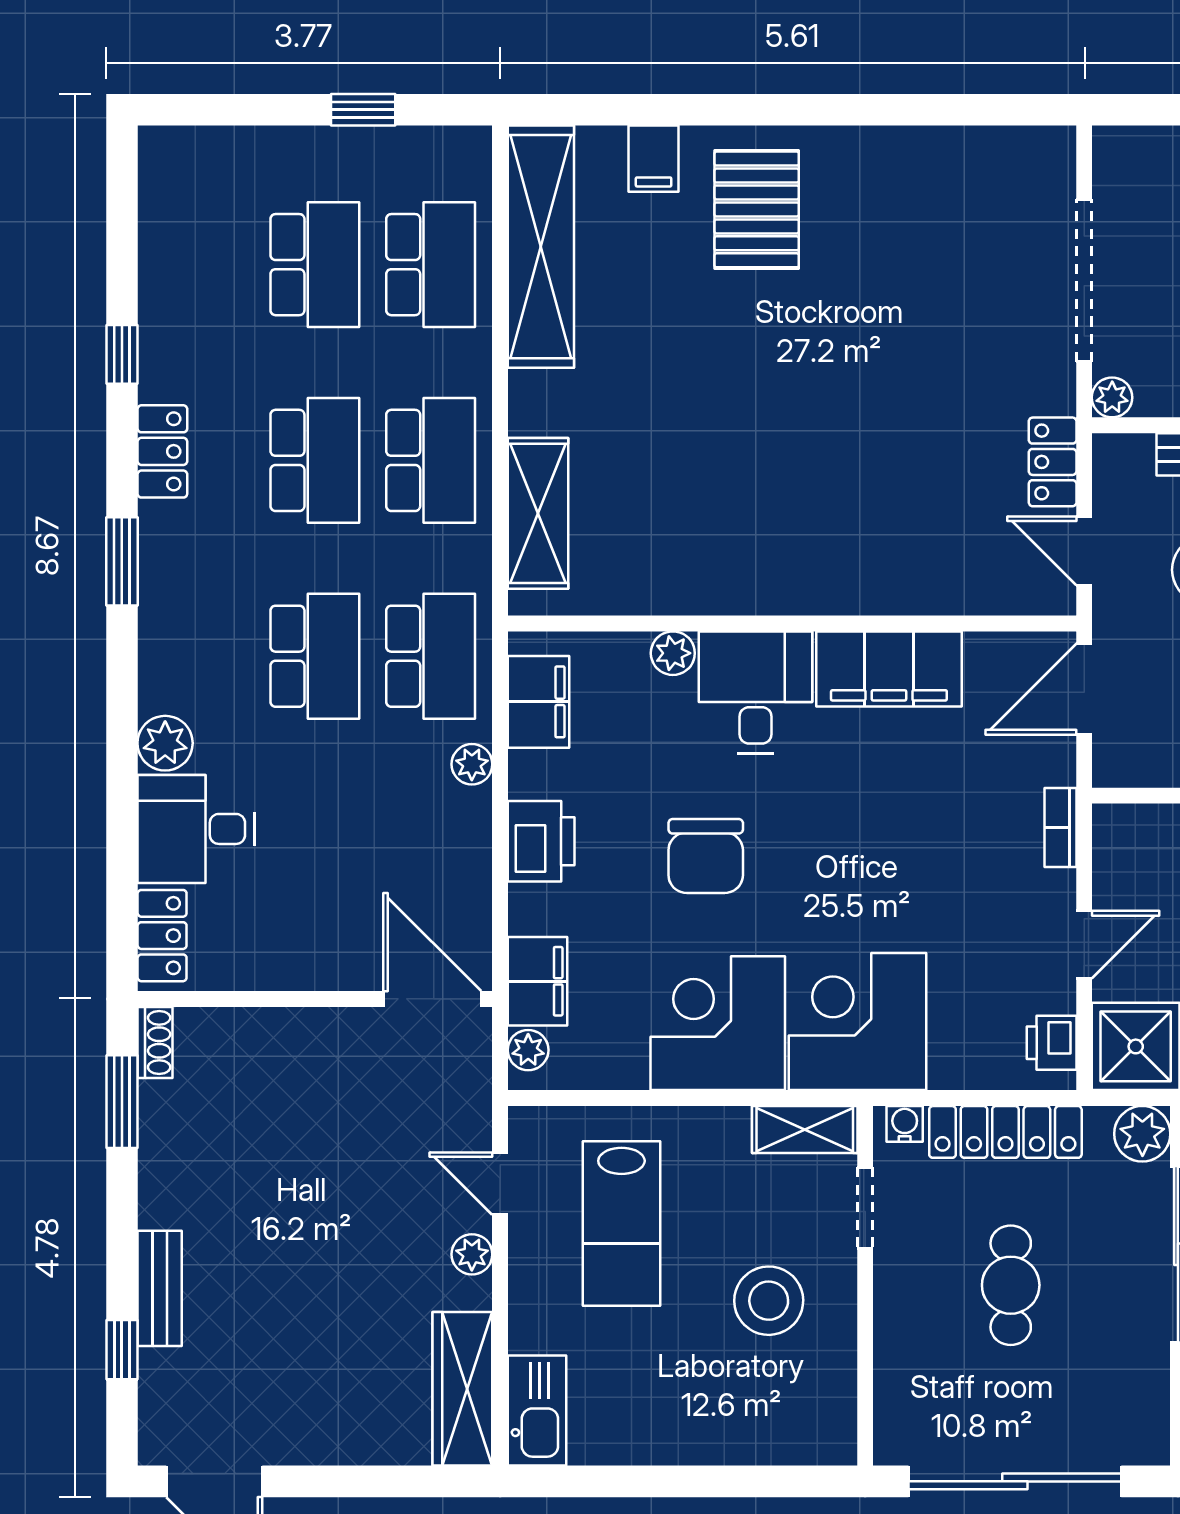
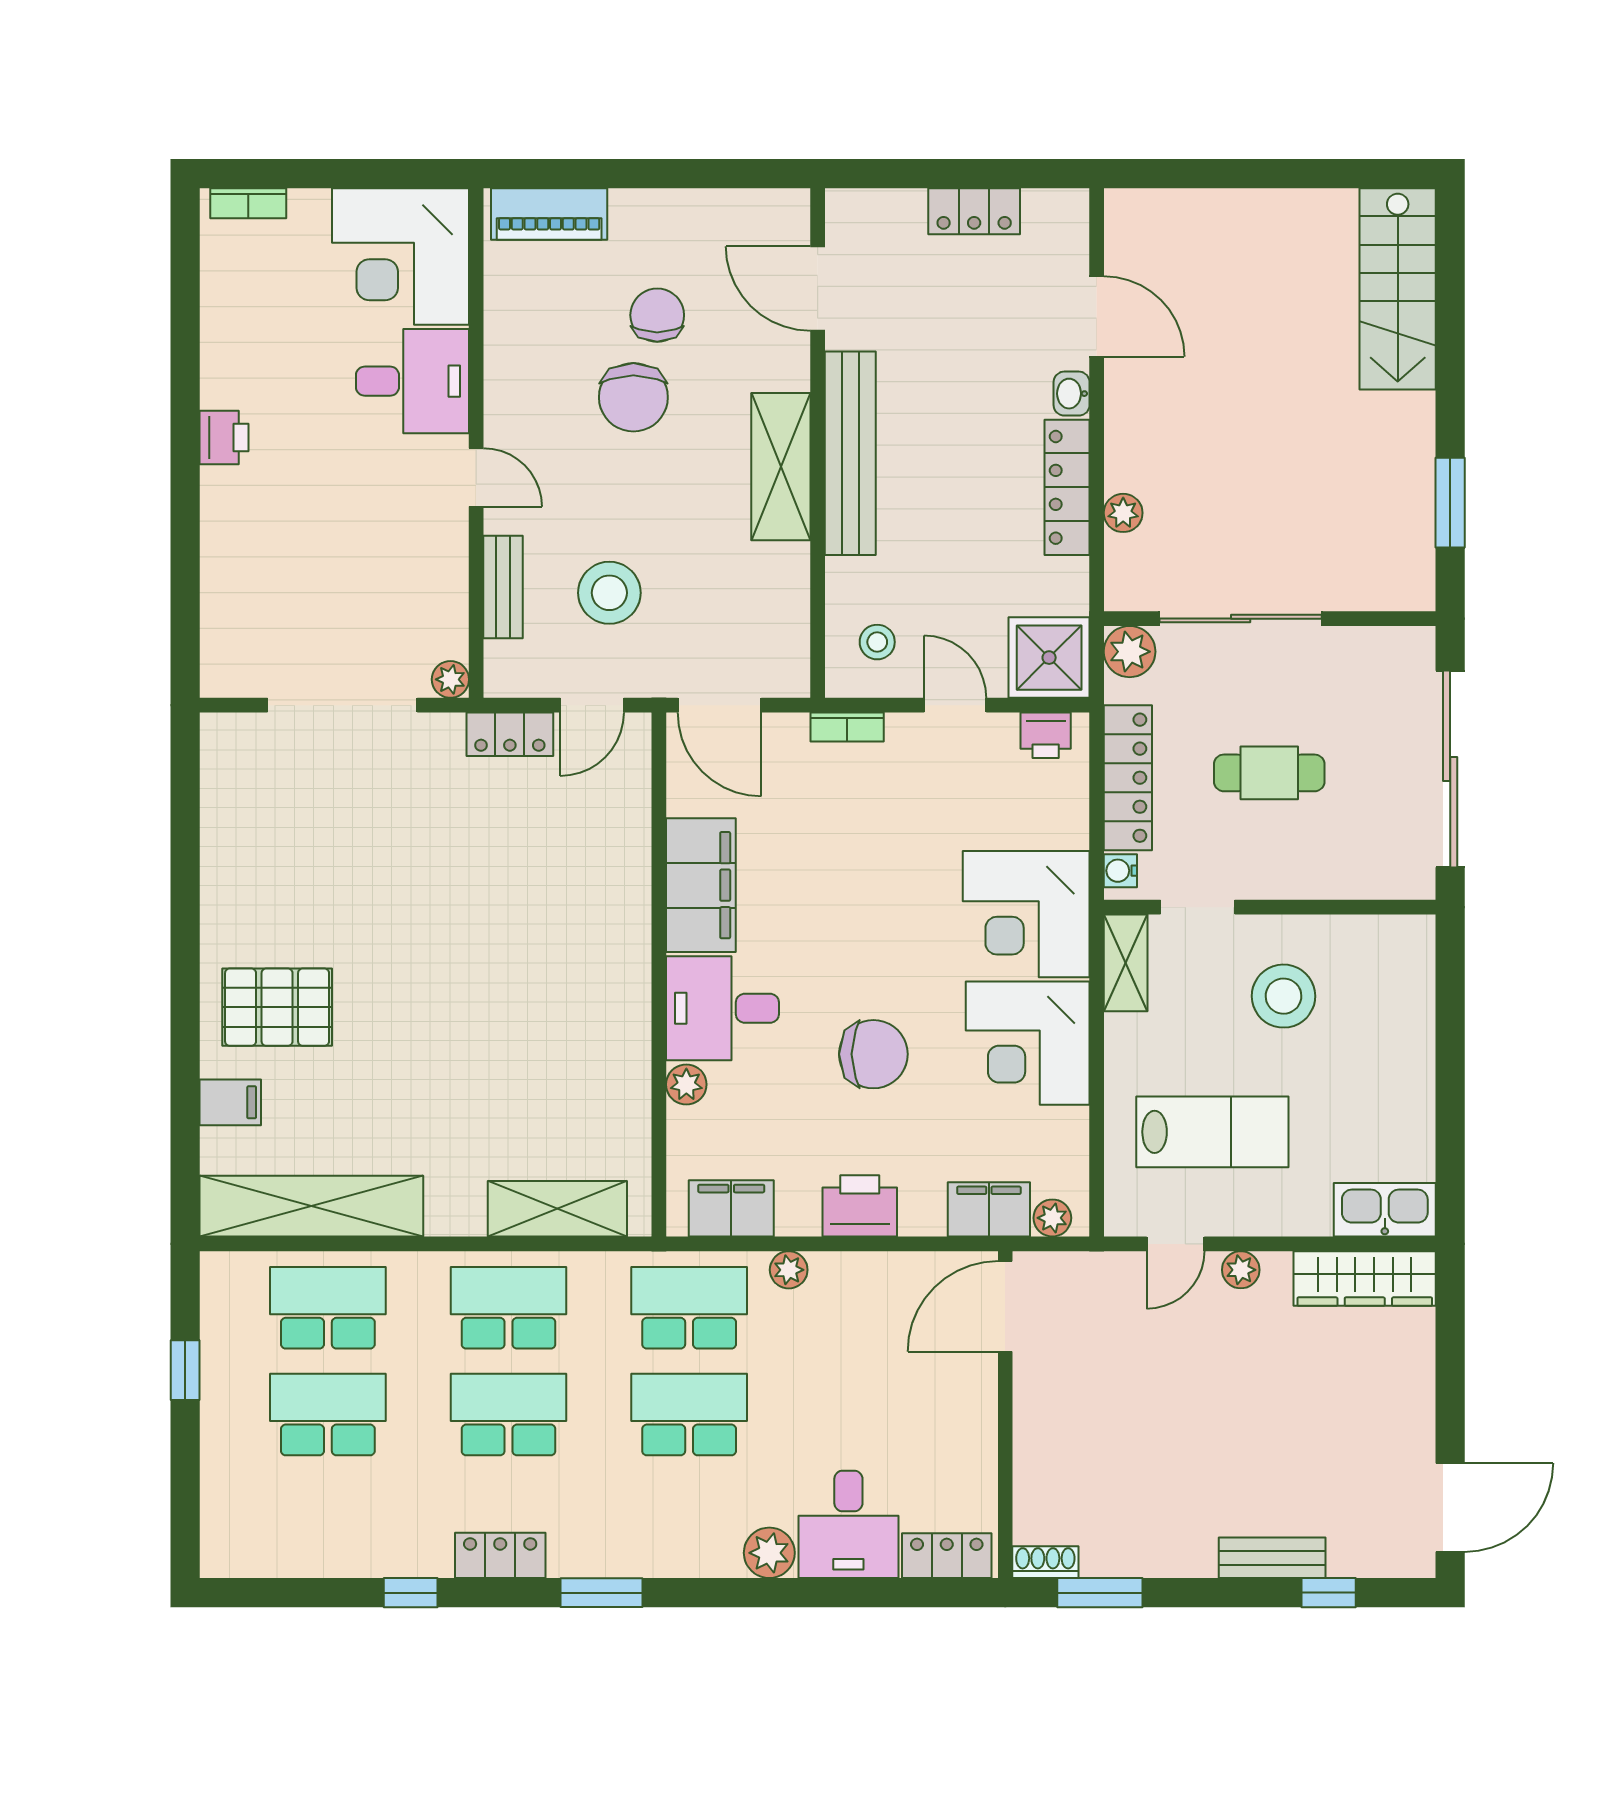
stool: (1153, 860) -> (877, 642), added

